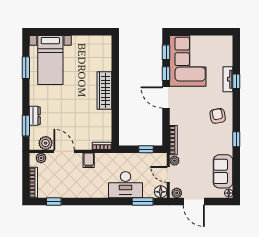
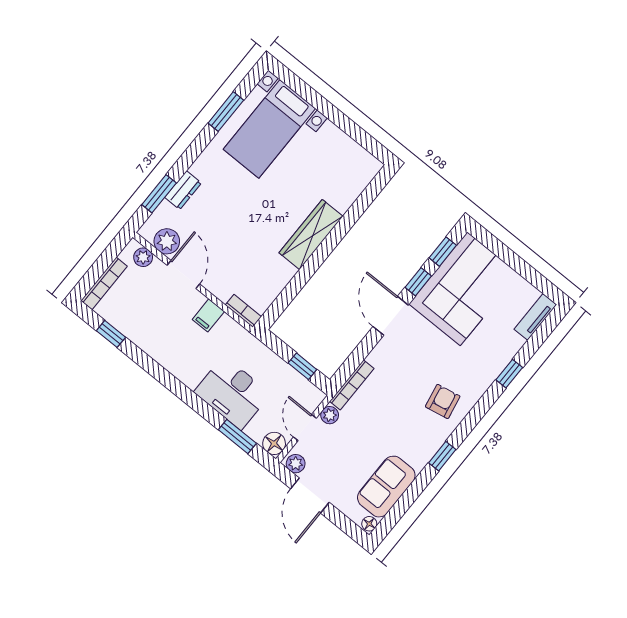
tv unit: (228, 79) -> (535, 317), moved

